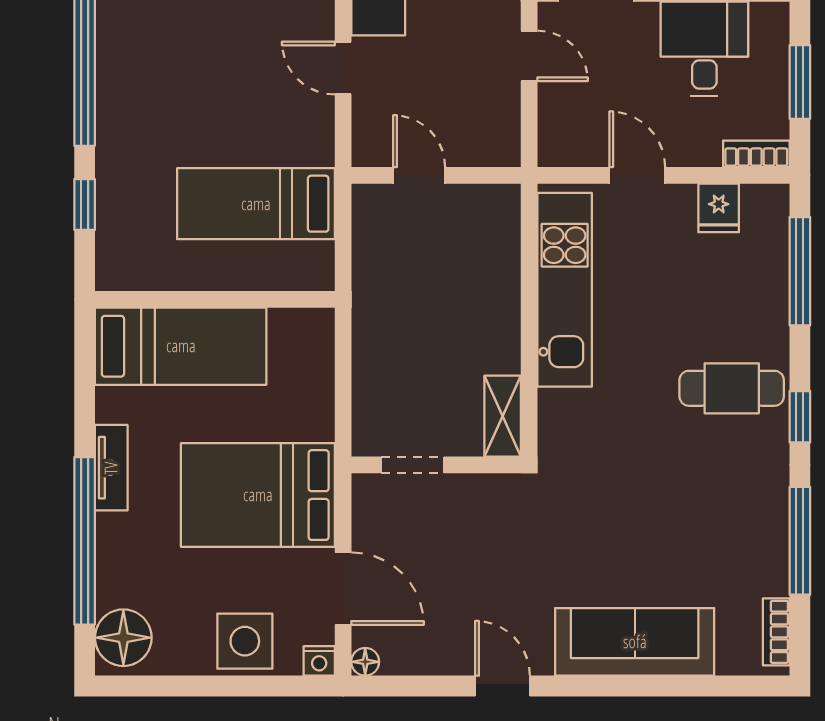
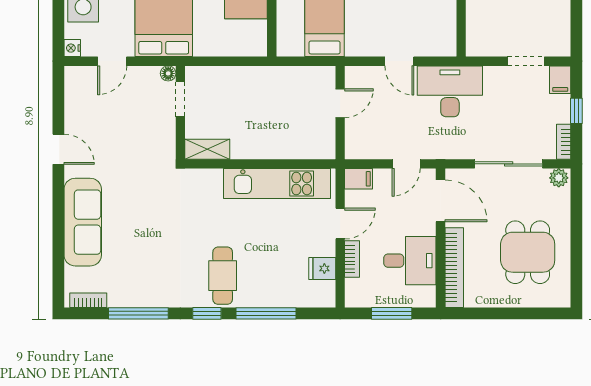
door: (343, 68) -> (399, 61), swing flipped
filing cabinet: (556, 142) -> (359, 179), added
bookcase: (756, 154) -> (352, 259), moved
window: (800, 271) -> (266, 313), moved
door: (343, 589) -> (112, 61), width x0.73
floor lamp: (365, 662) -> (168, 73), moved
door: (503, 686) -> (58, 149), hinge flipped

